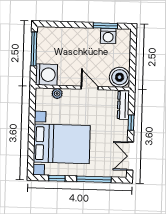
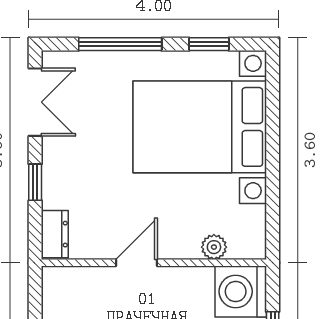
boiler: (120, 77) -> (66, 290), removed
door: (90, 88) -> (137, 263), swing flipped
dresser: (123, 105) -> (55, 234), width x0.70

